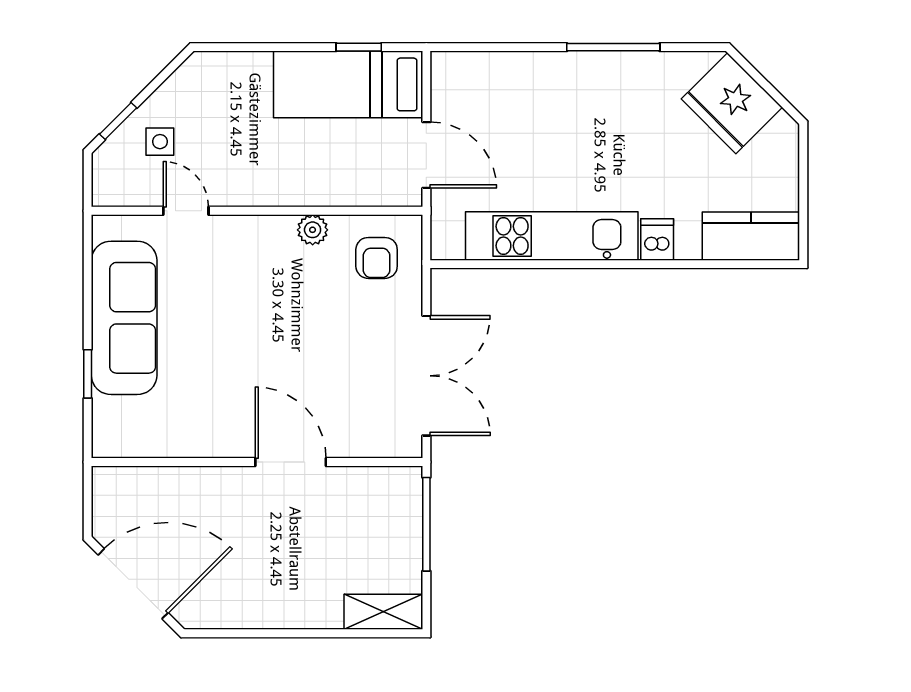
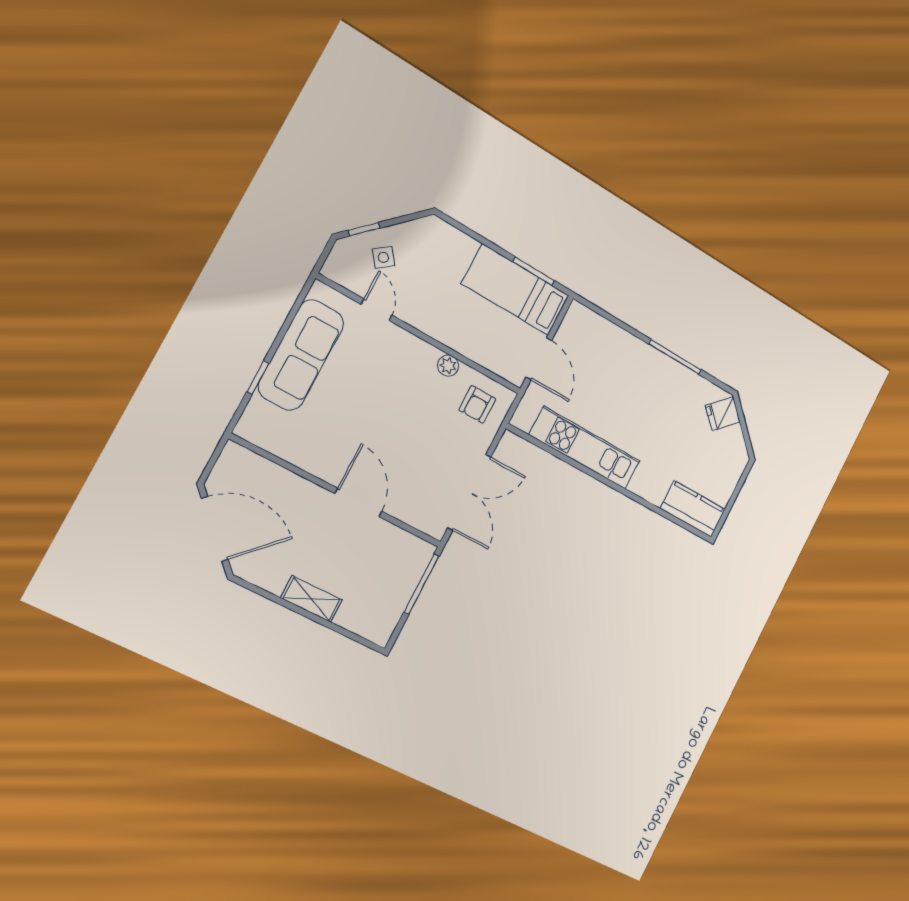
window: (359, 47) -> (534, 271), width x1.50
fridge: (732, 103) -> (723, 414), width x0.53, depth x0.75
side table: (160, 142) -> (383, 257), turned -38
dishwasher: (657, 239) -> (642, 483), removed
shelving: (383, 612) -> (311, 599), moved

